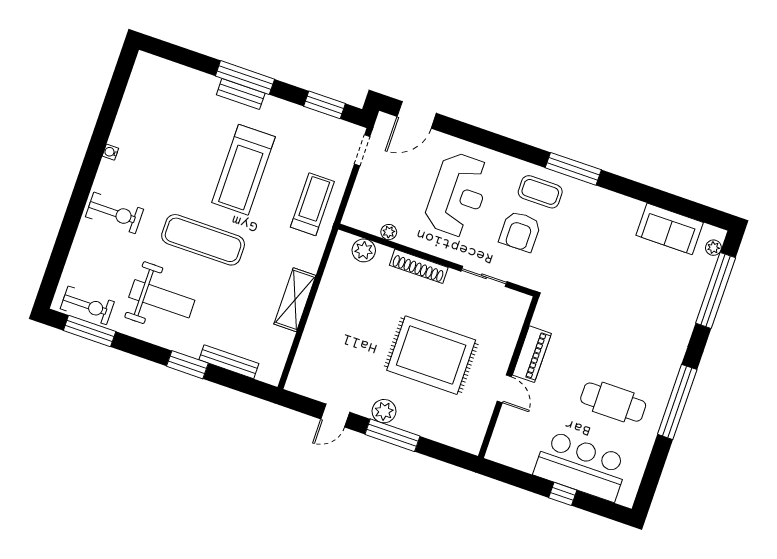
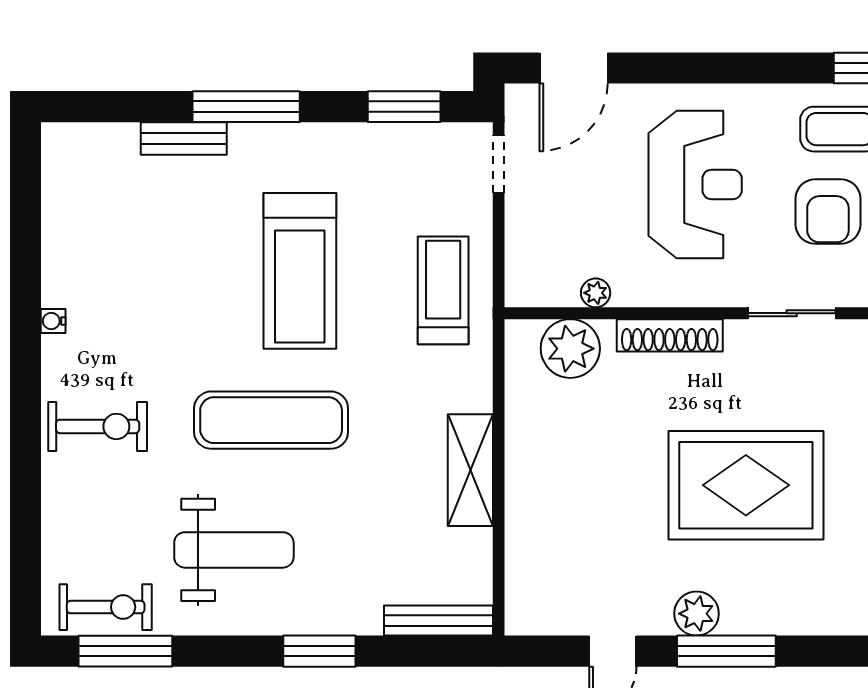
bench: (241, 94) -> (184, 138), moved
plant: (364, 250) -> (570, 349), width x1.36, depth x1.36
bench: (229, 362) -> (439, 620), moved

